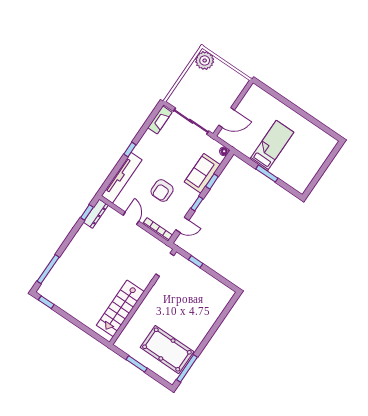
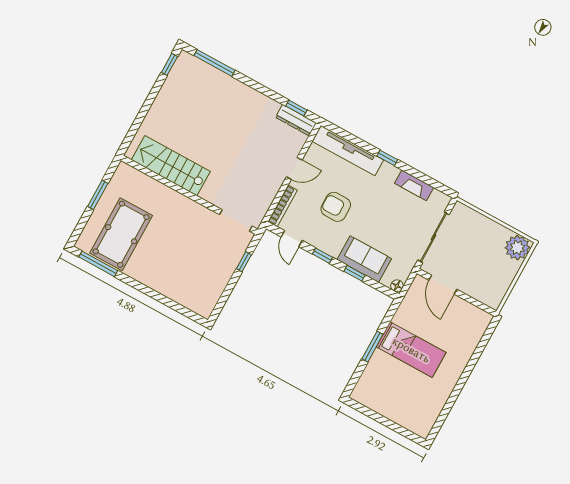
fireplace: (160, 120) -> (414, 185), moved

